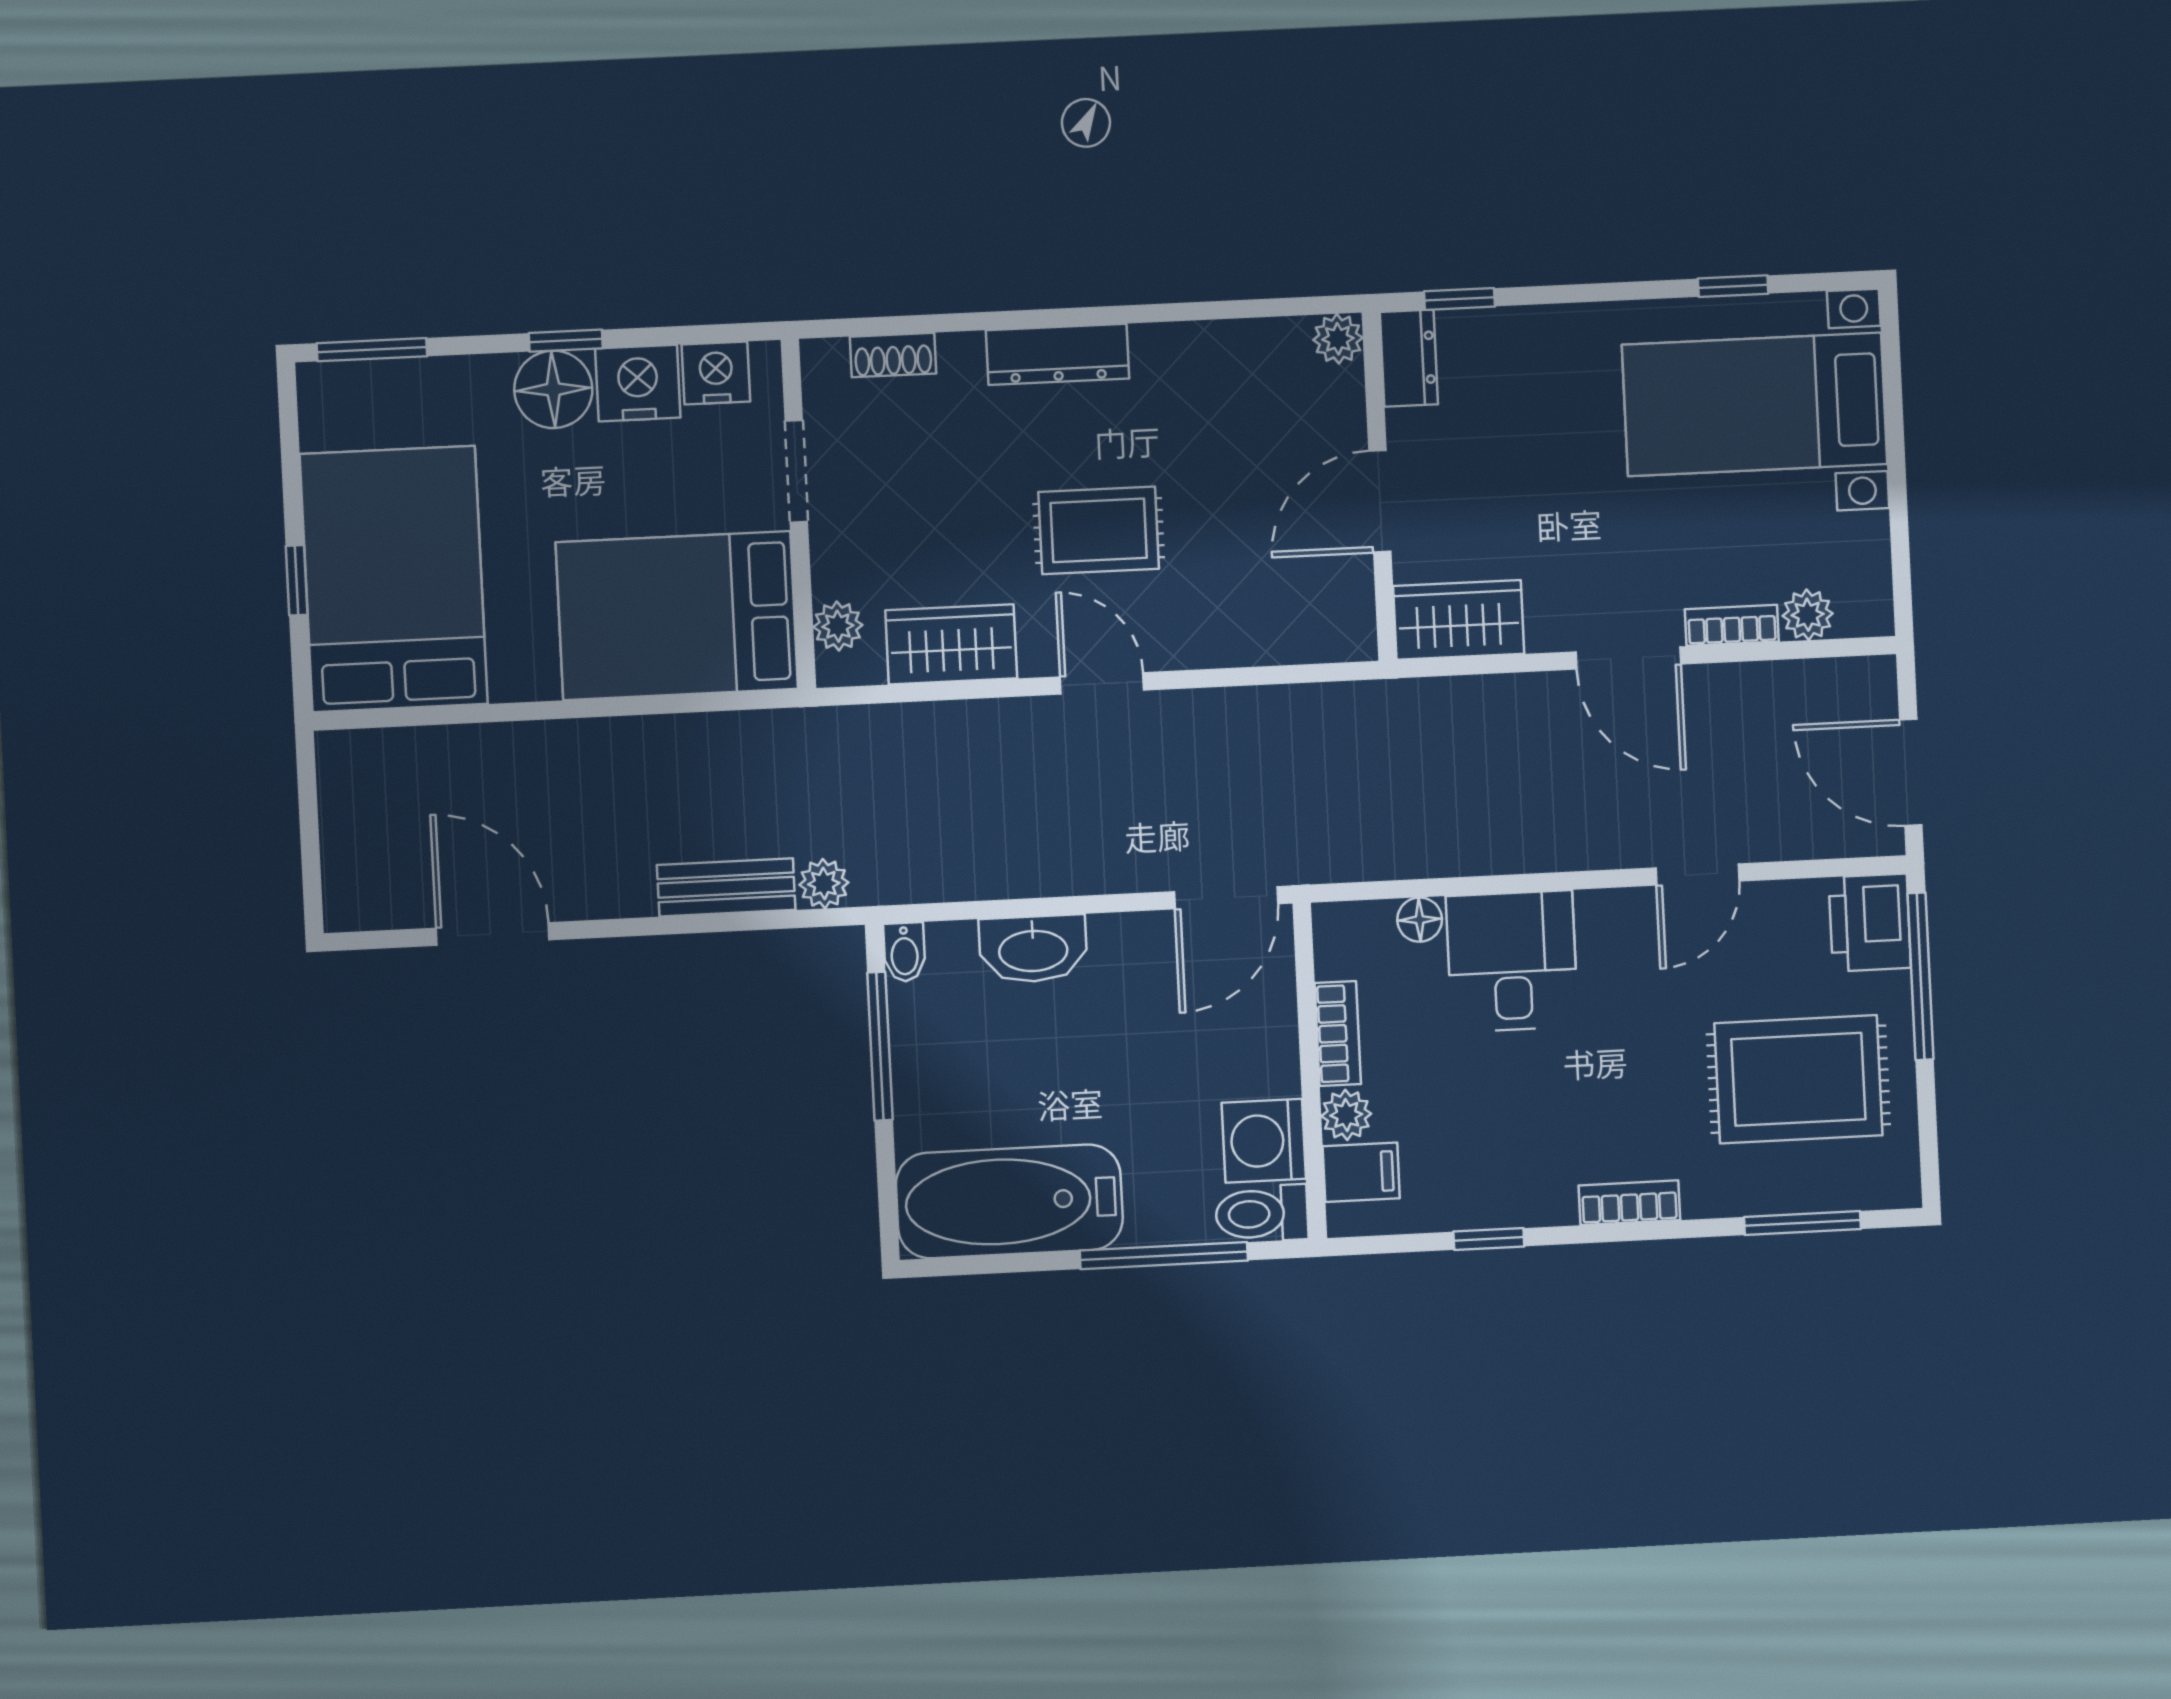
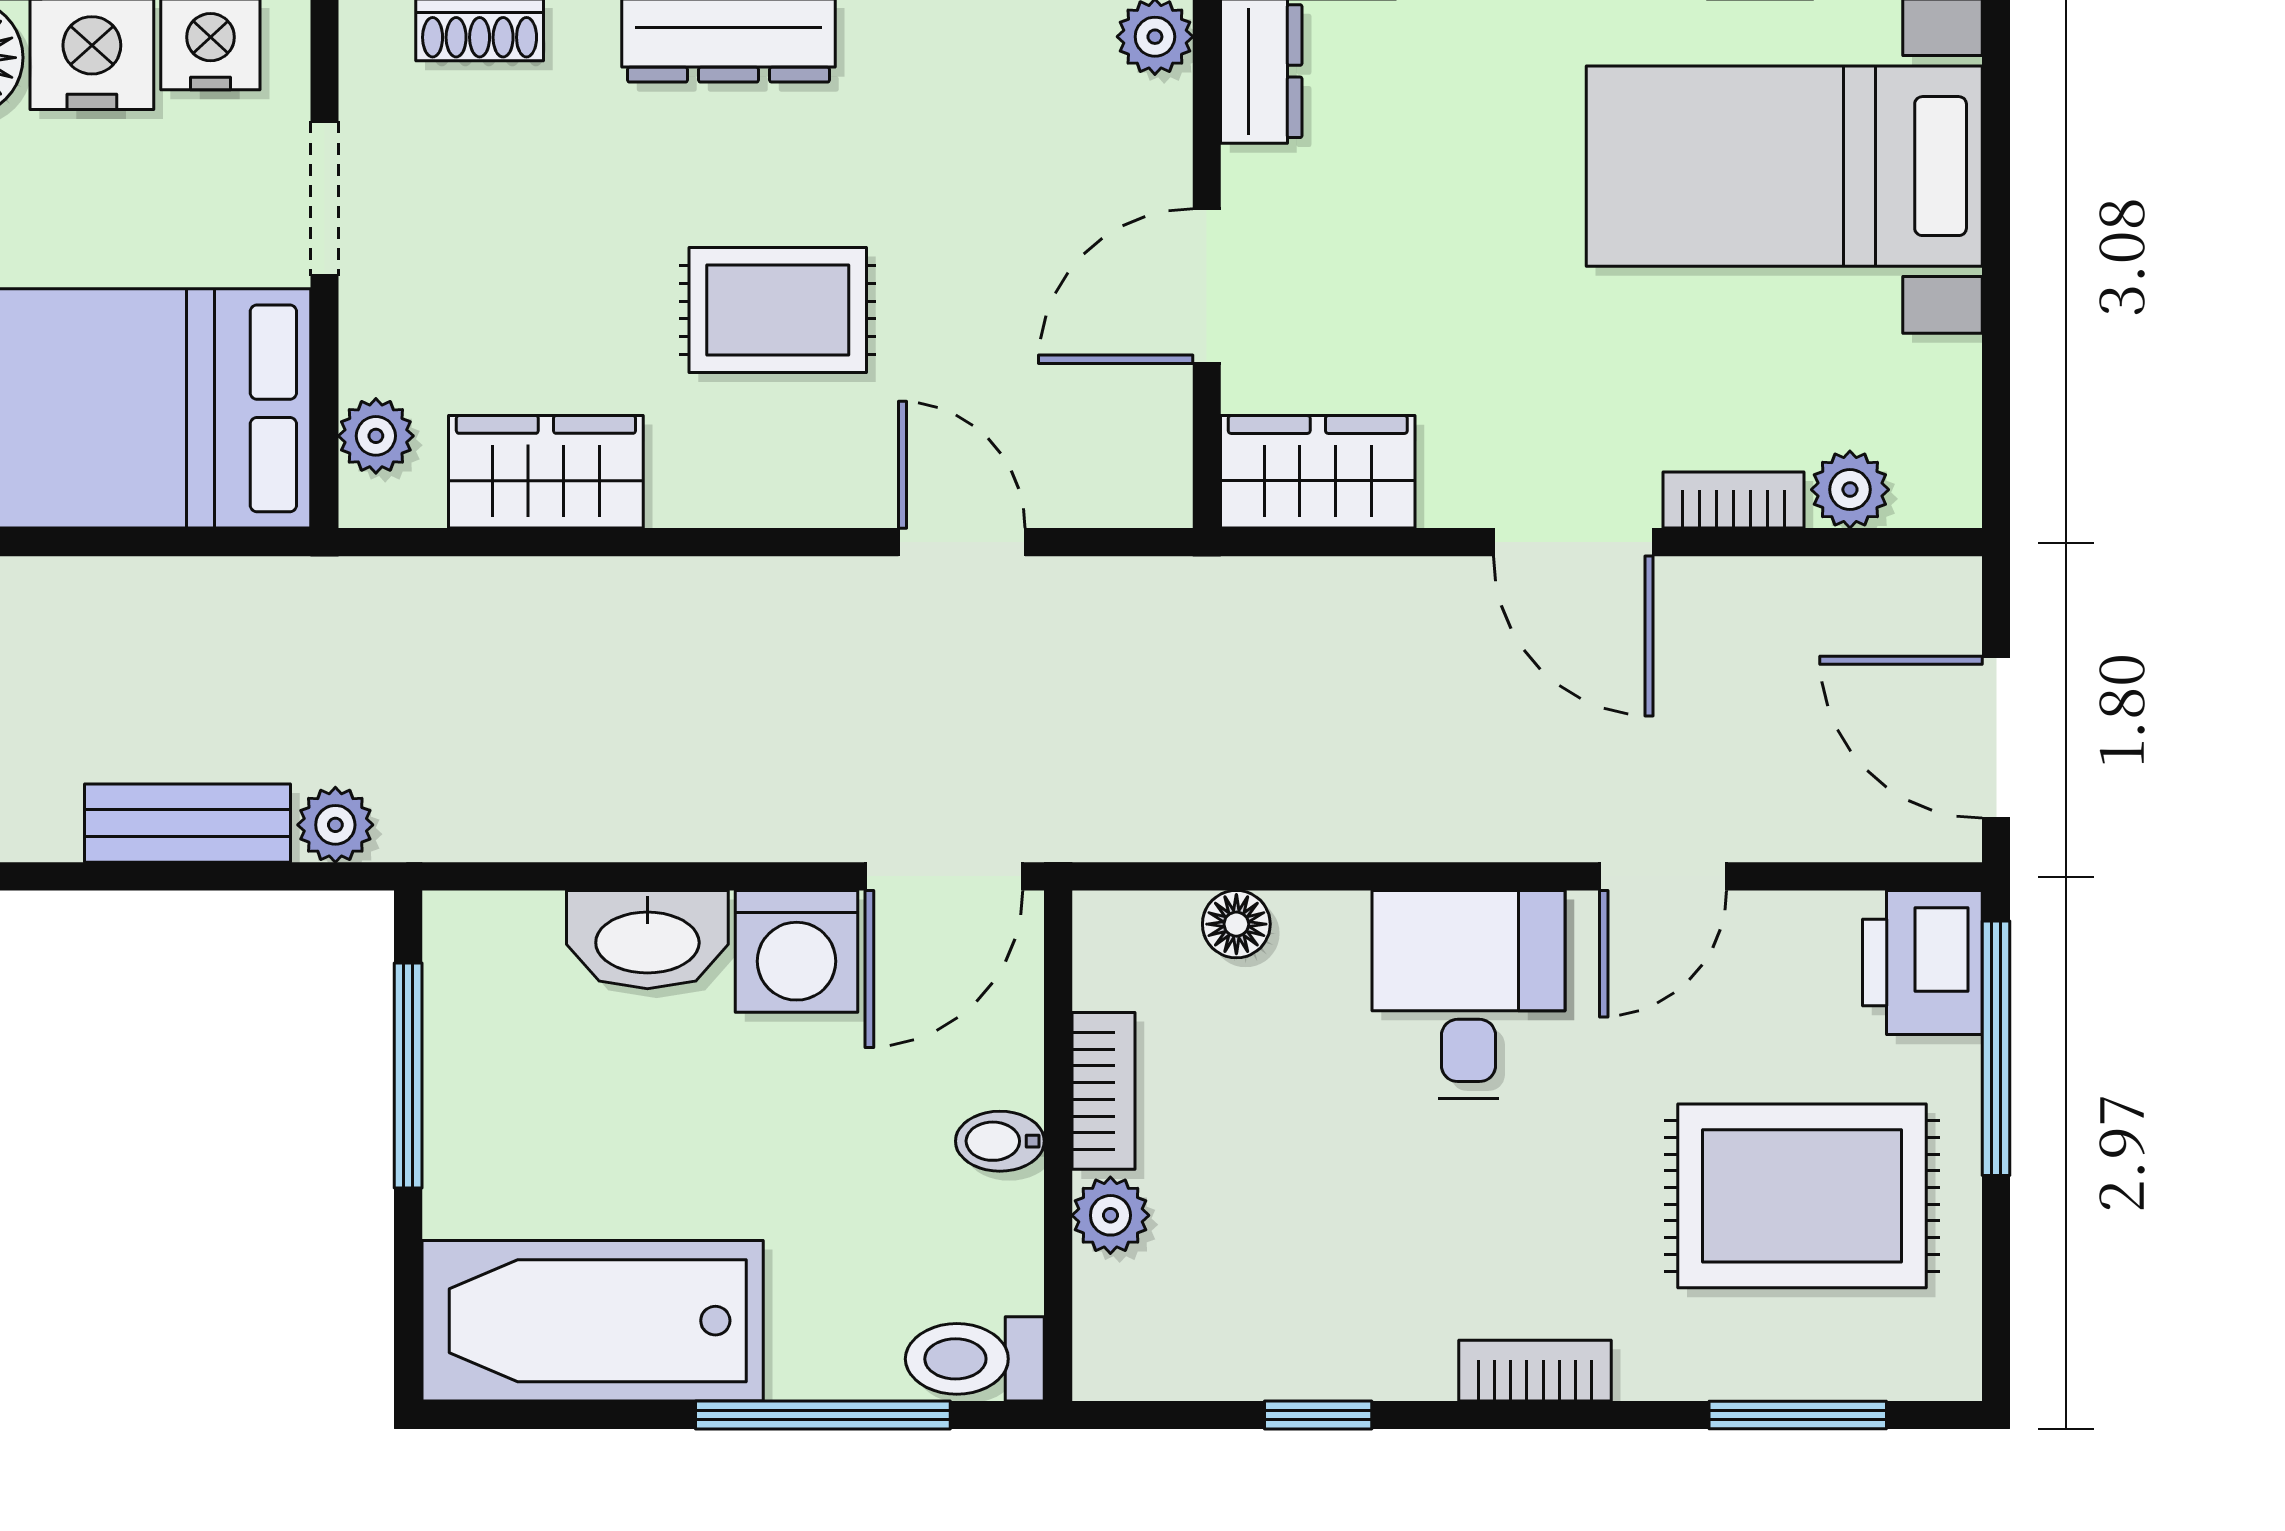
door: (1102, 683) -> (962, 542), moved
bidet: (904, 952) -> (1000, 1141), moved, turned 90
desk: (1512, 961) -> (1469, 994), moved
washing machine: (1264, 1141) -> (797, 951), moved, turned -90
filing cabinet: (1361, 1172) -> (1129, 1304), removed

